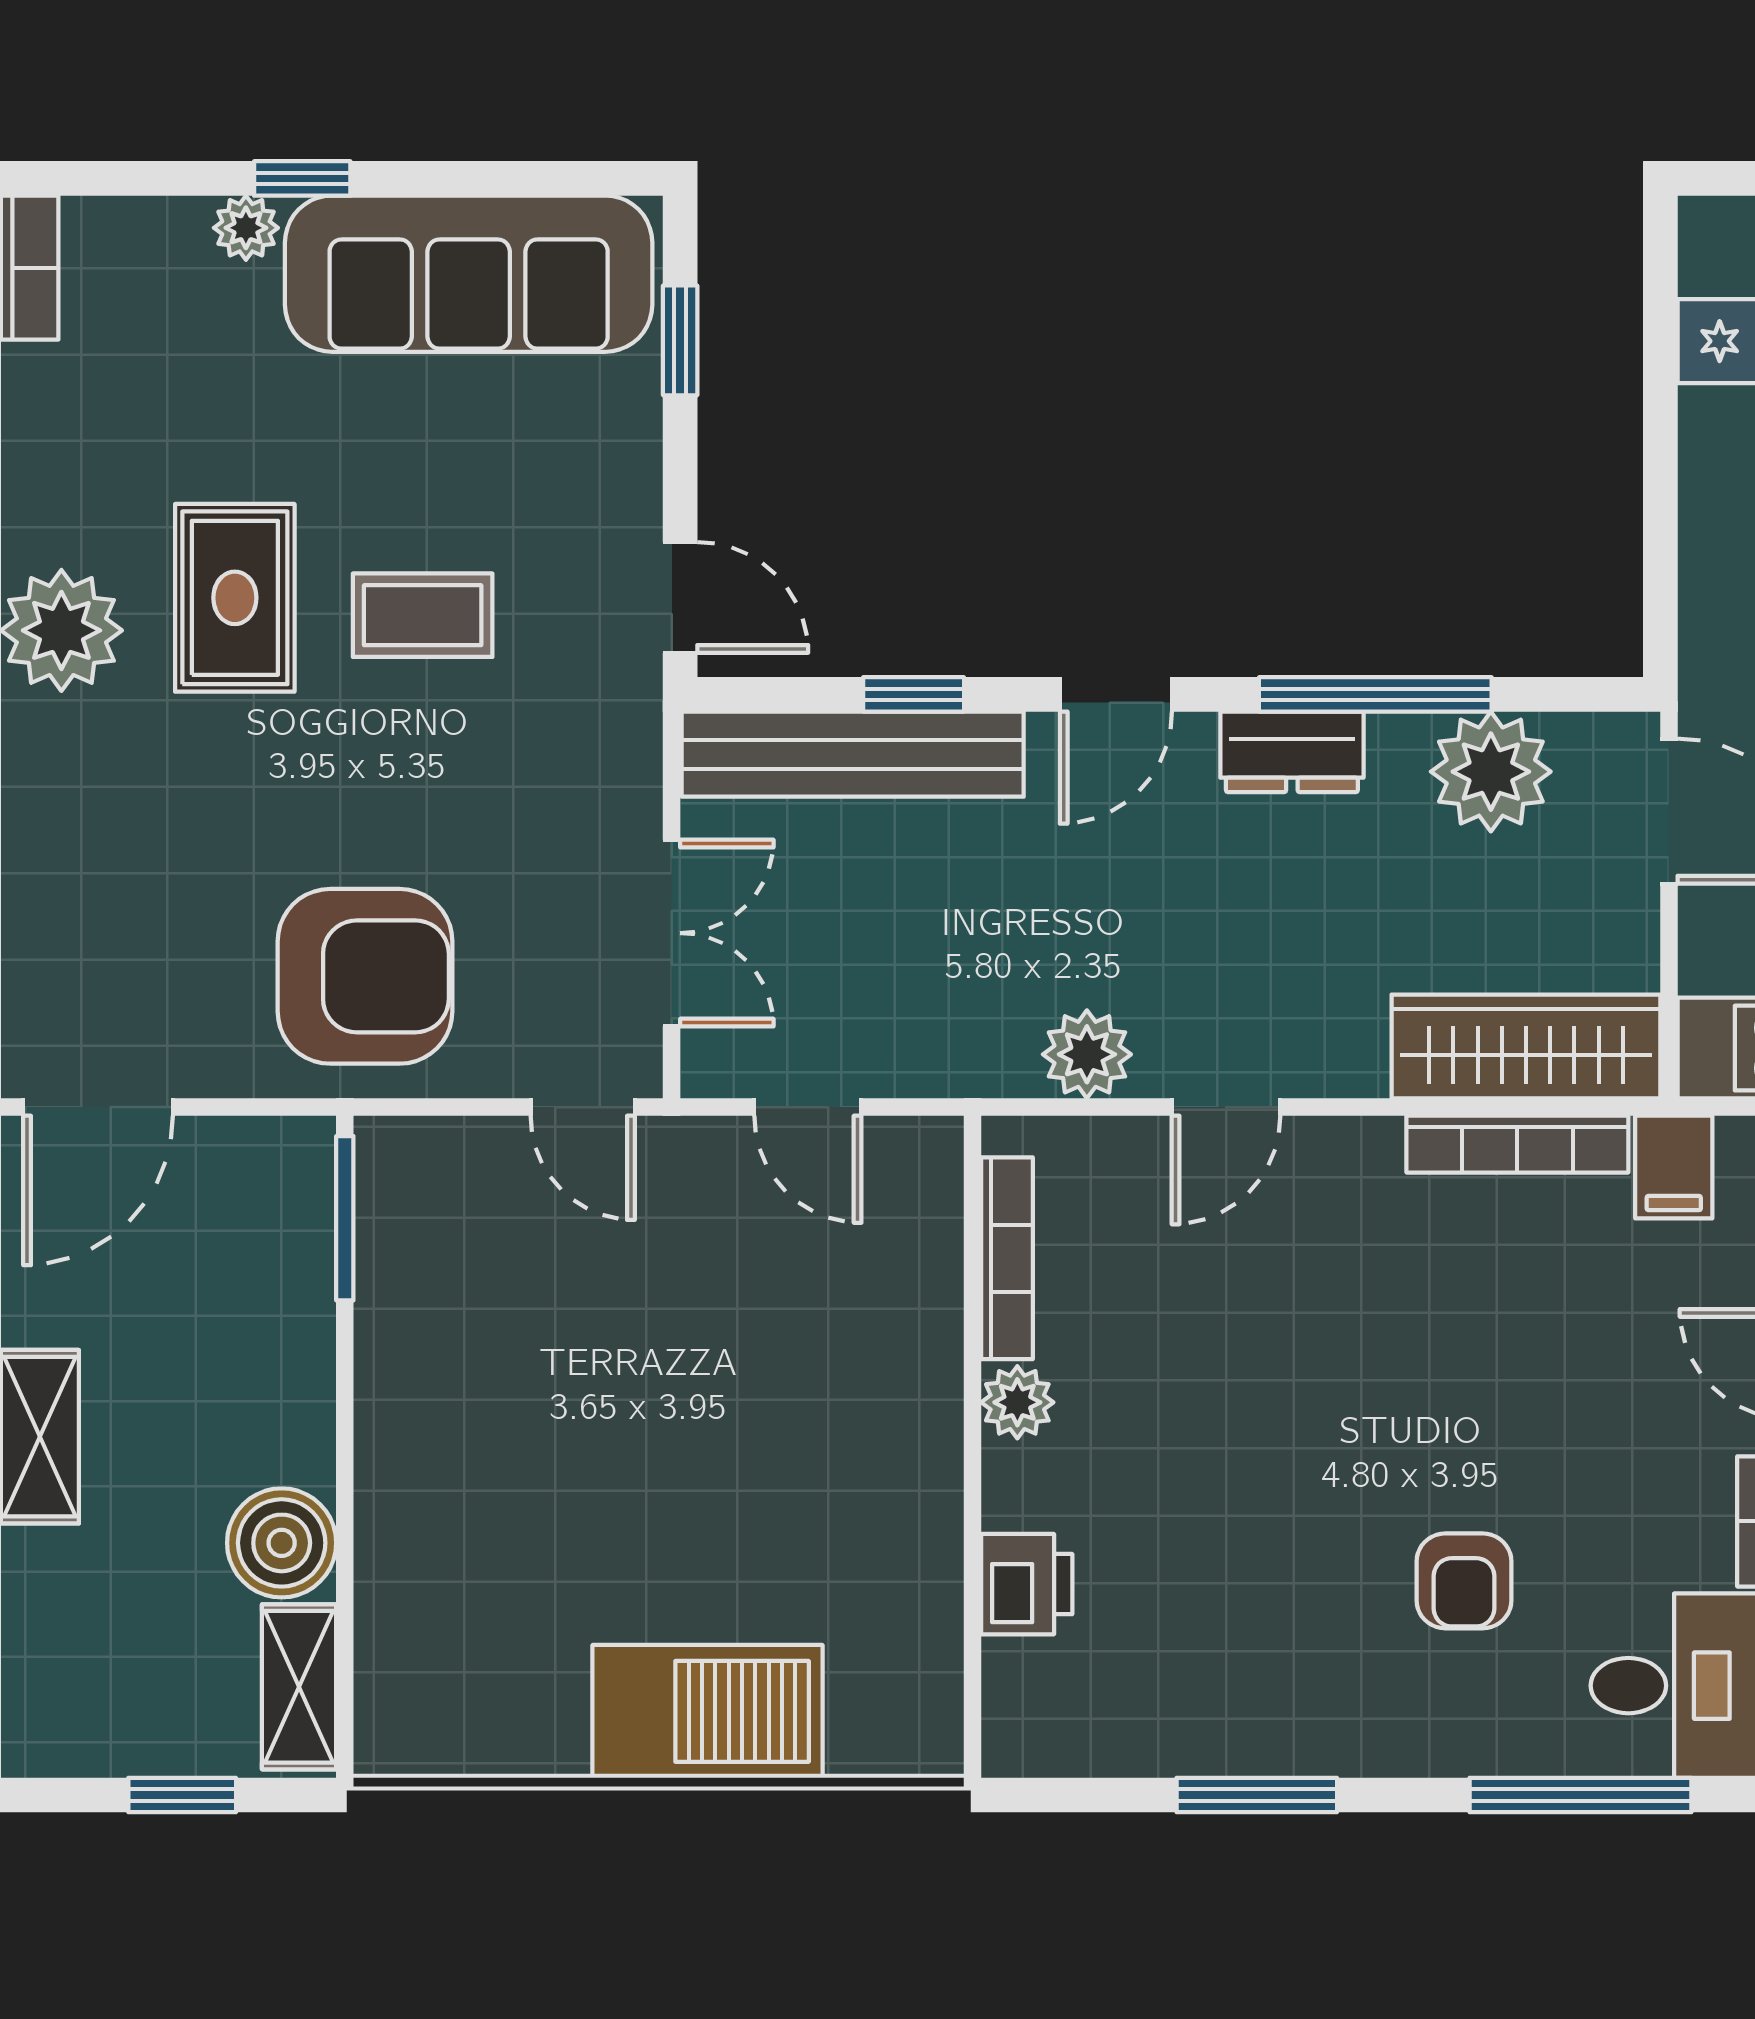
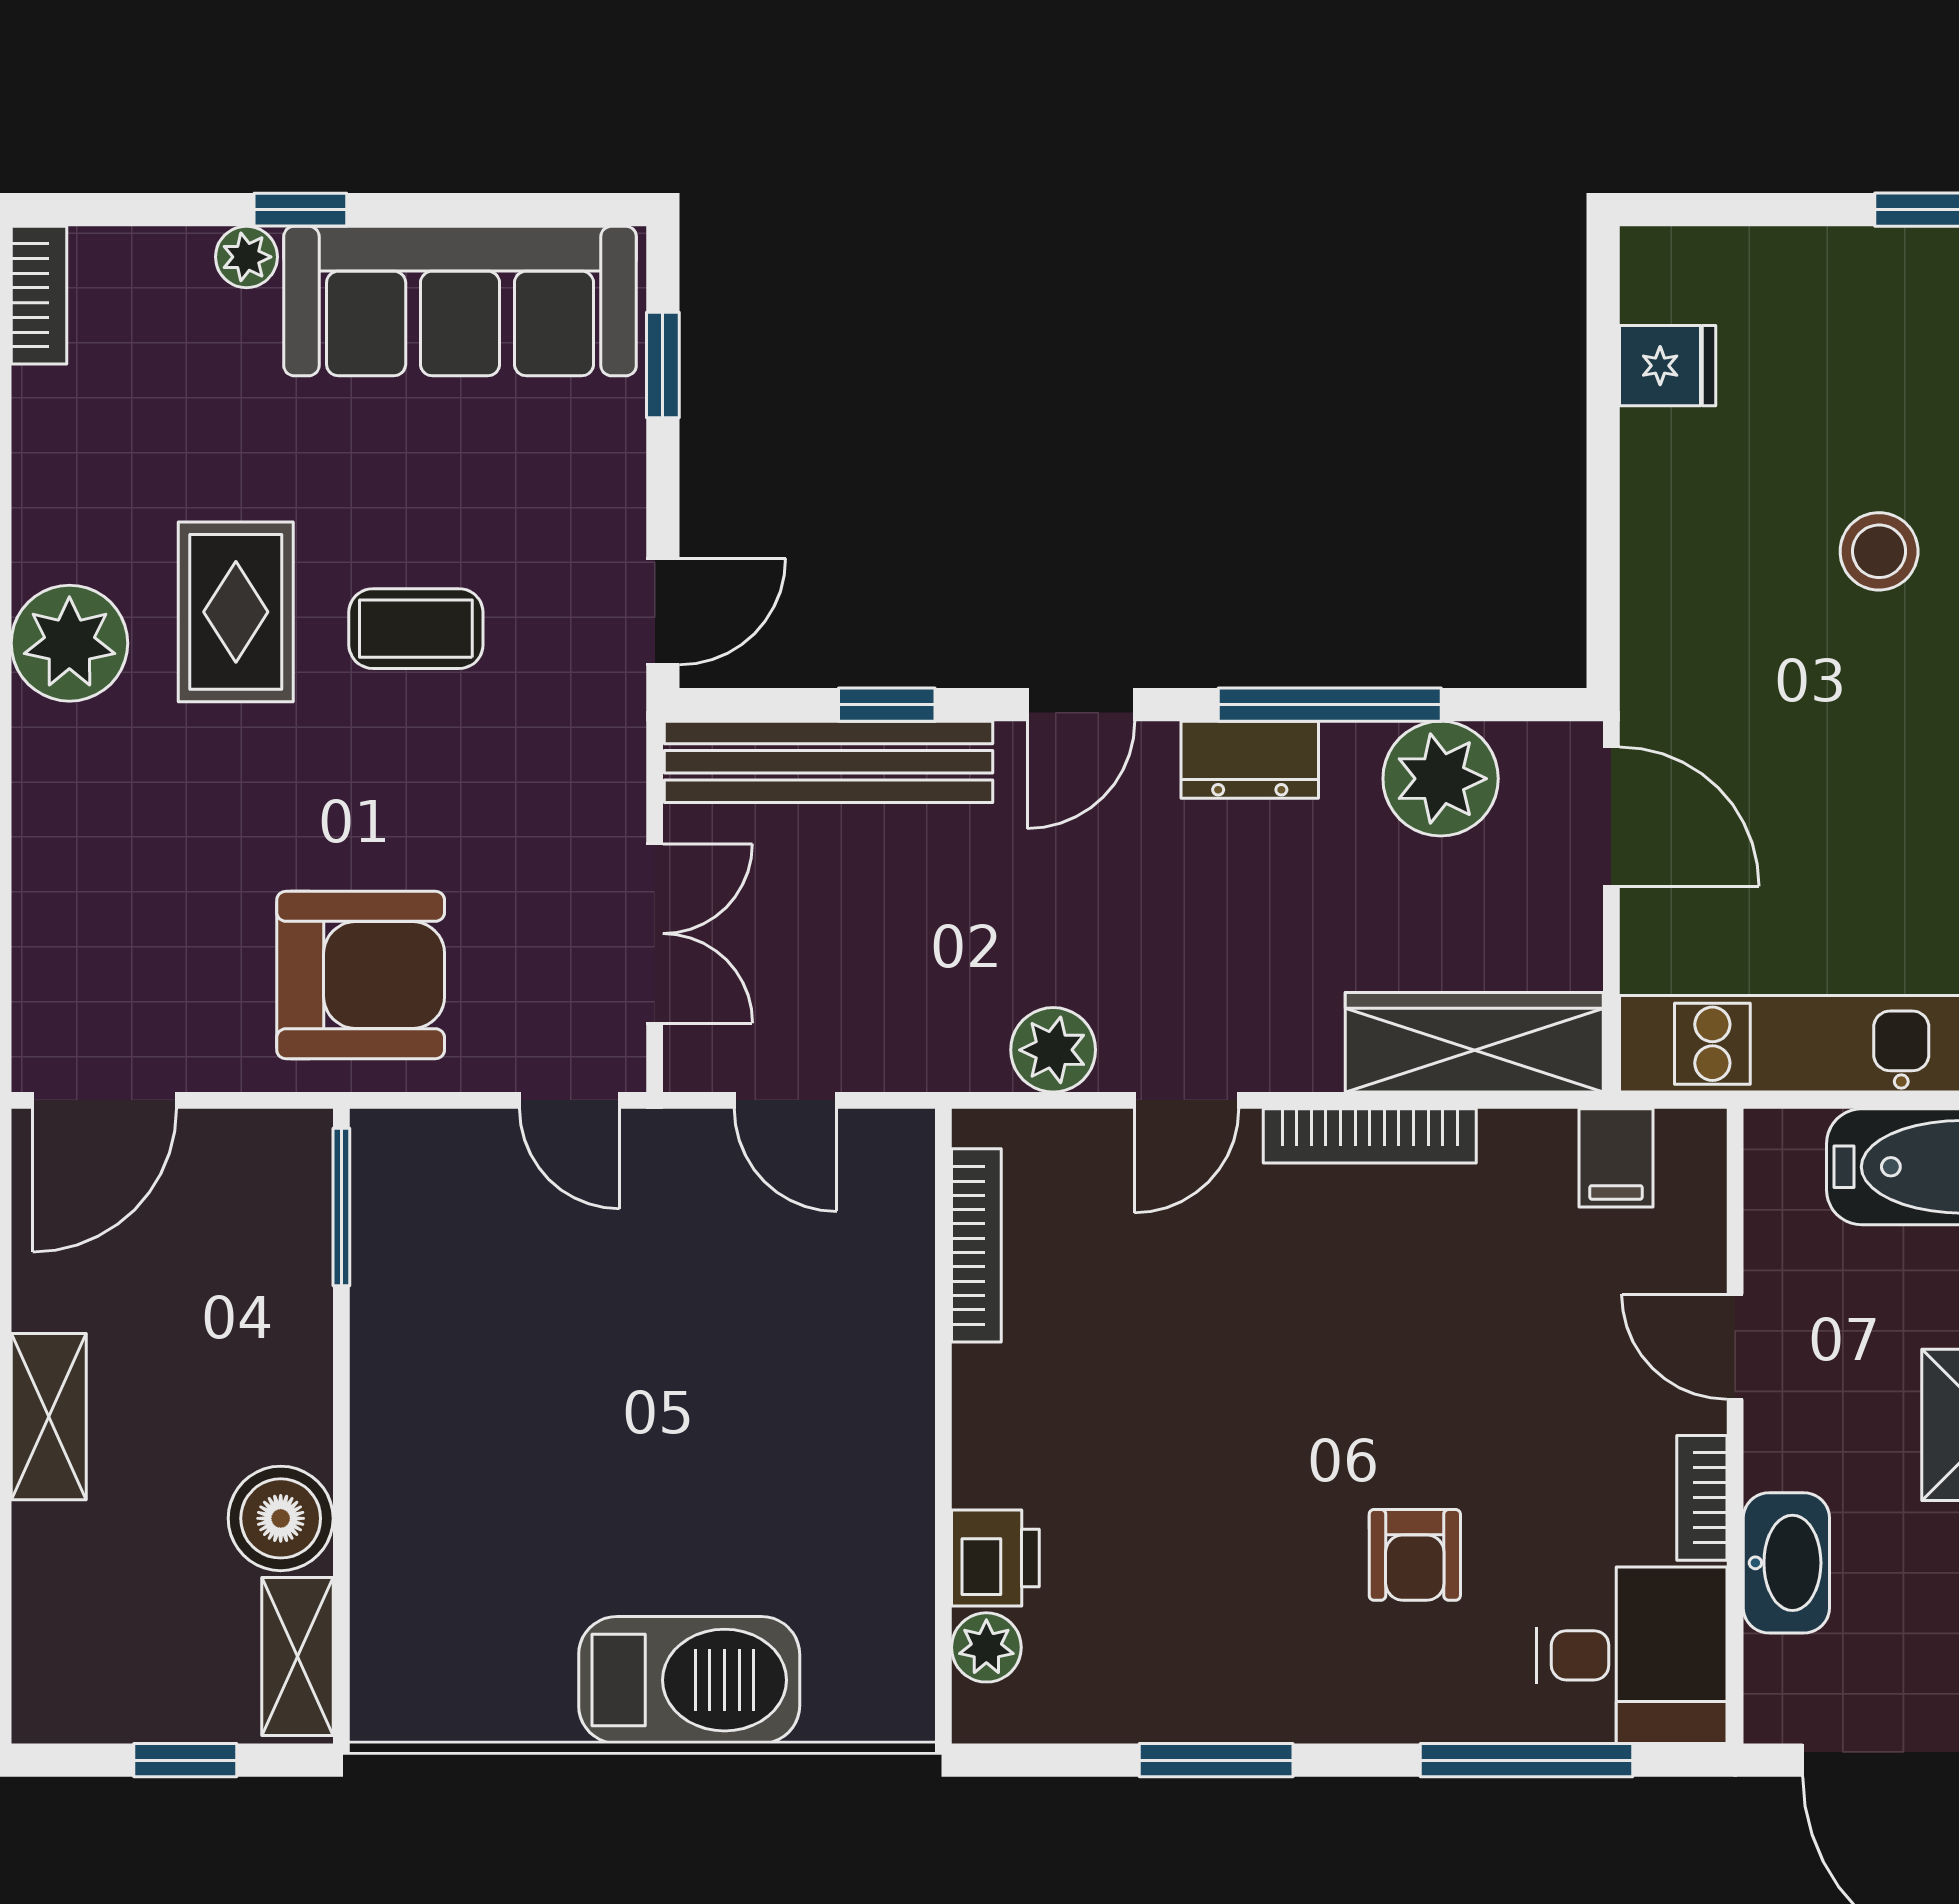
door: (680, 597) -> (663, 612), hinge flipped
bookcase: (1517, 1144) -> (1370, 1136), moved
plant: (1017, 1402) -> (986, 1647), moved

